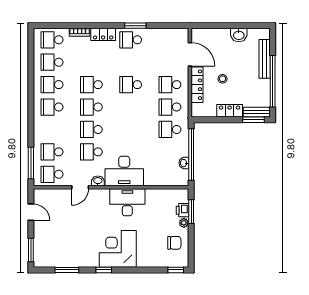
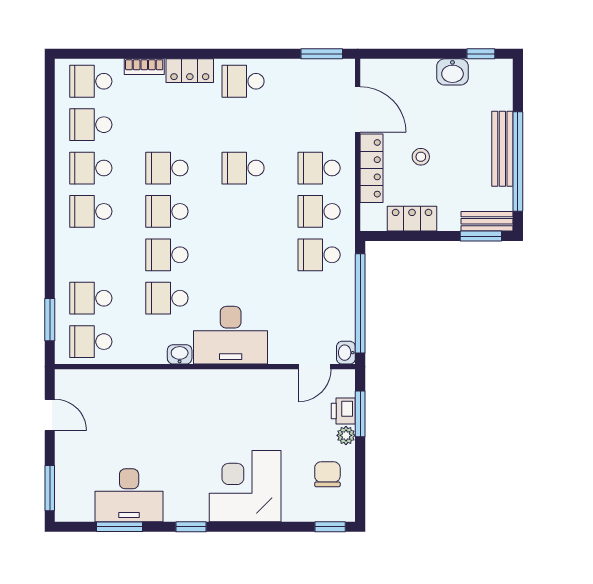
window: (135, 26) -> (322, 54), moved
window: (254, 26) -> (481, 54), added
bench: (265, 59) -> (502, 149), moved
locker: (230, 111) -> (412, 219), moved
window: (31, 163) -> (50, 320), width x0.69
washbasin: (184, 163) -> (346, 353), moved
door: (80, 187) -> (315, 367), moved
desk: (127, 202) -> (129, 495), moved, turned 180
chair: (174, 243) -> (327, 474), turned -90
corner desk: (118, 249) -> (245, 486), moved

